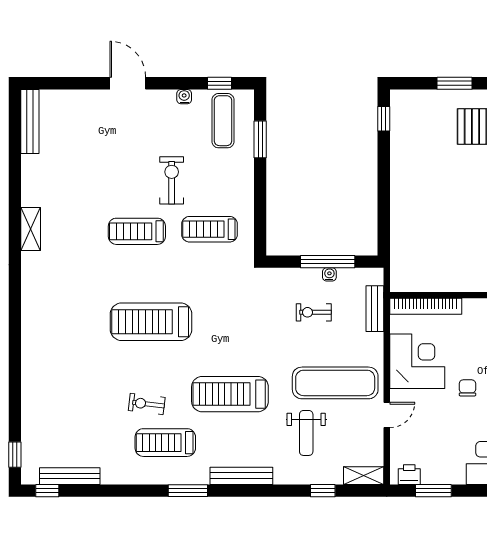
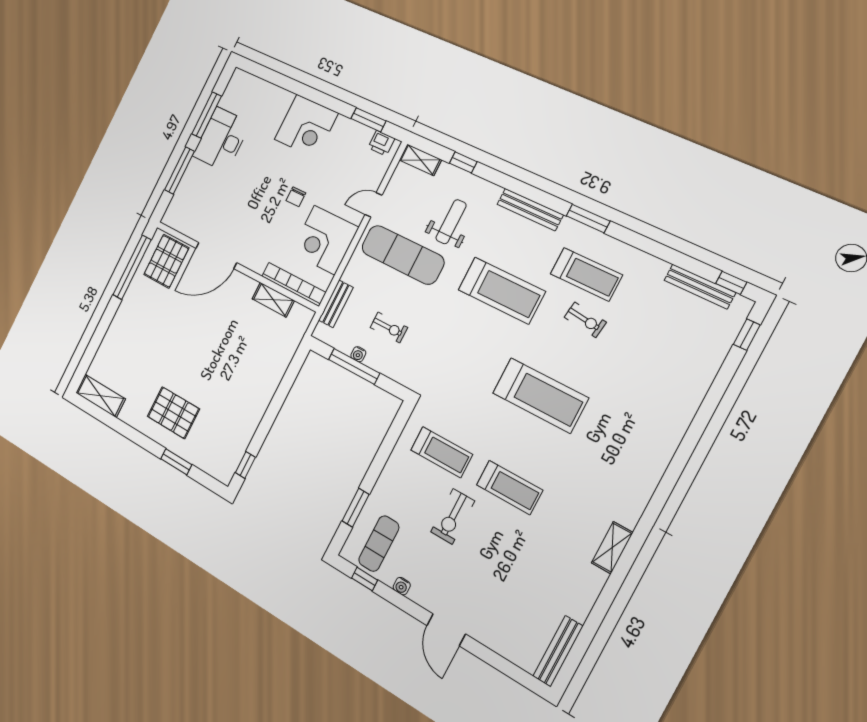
shelving: (438, 282) -> (273, 300), added

